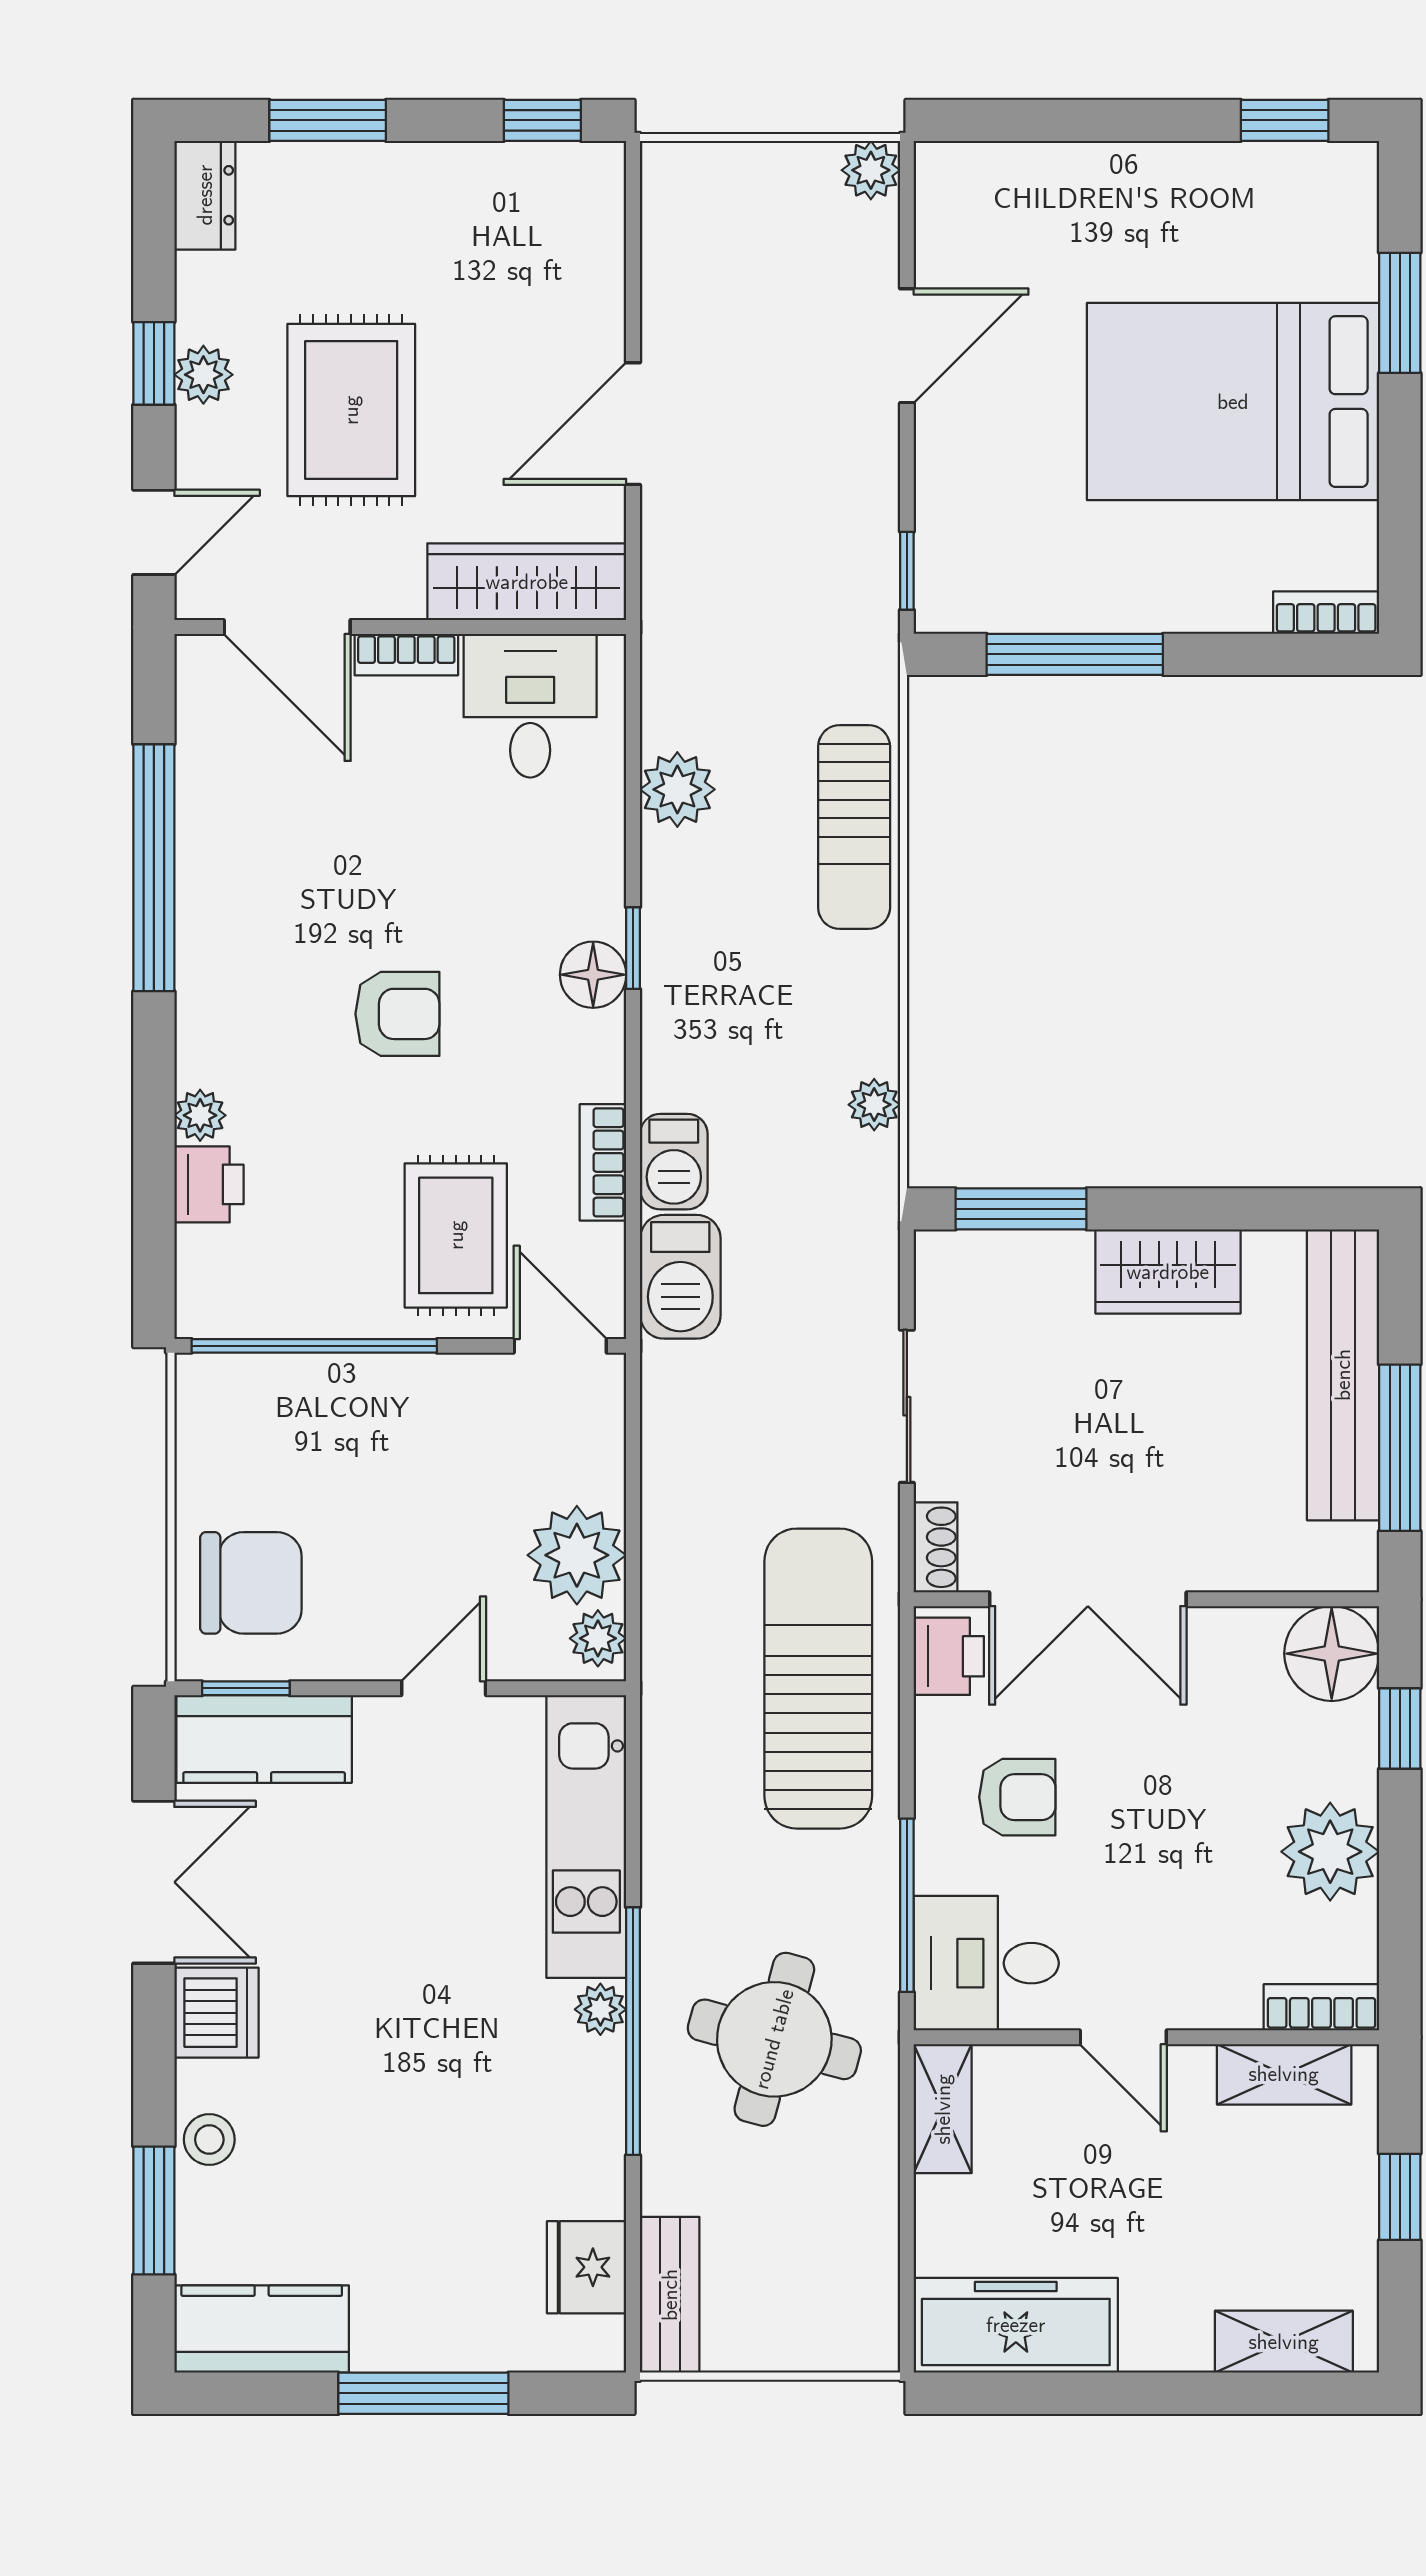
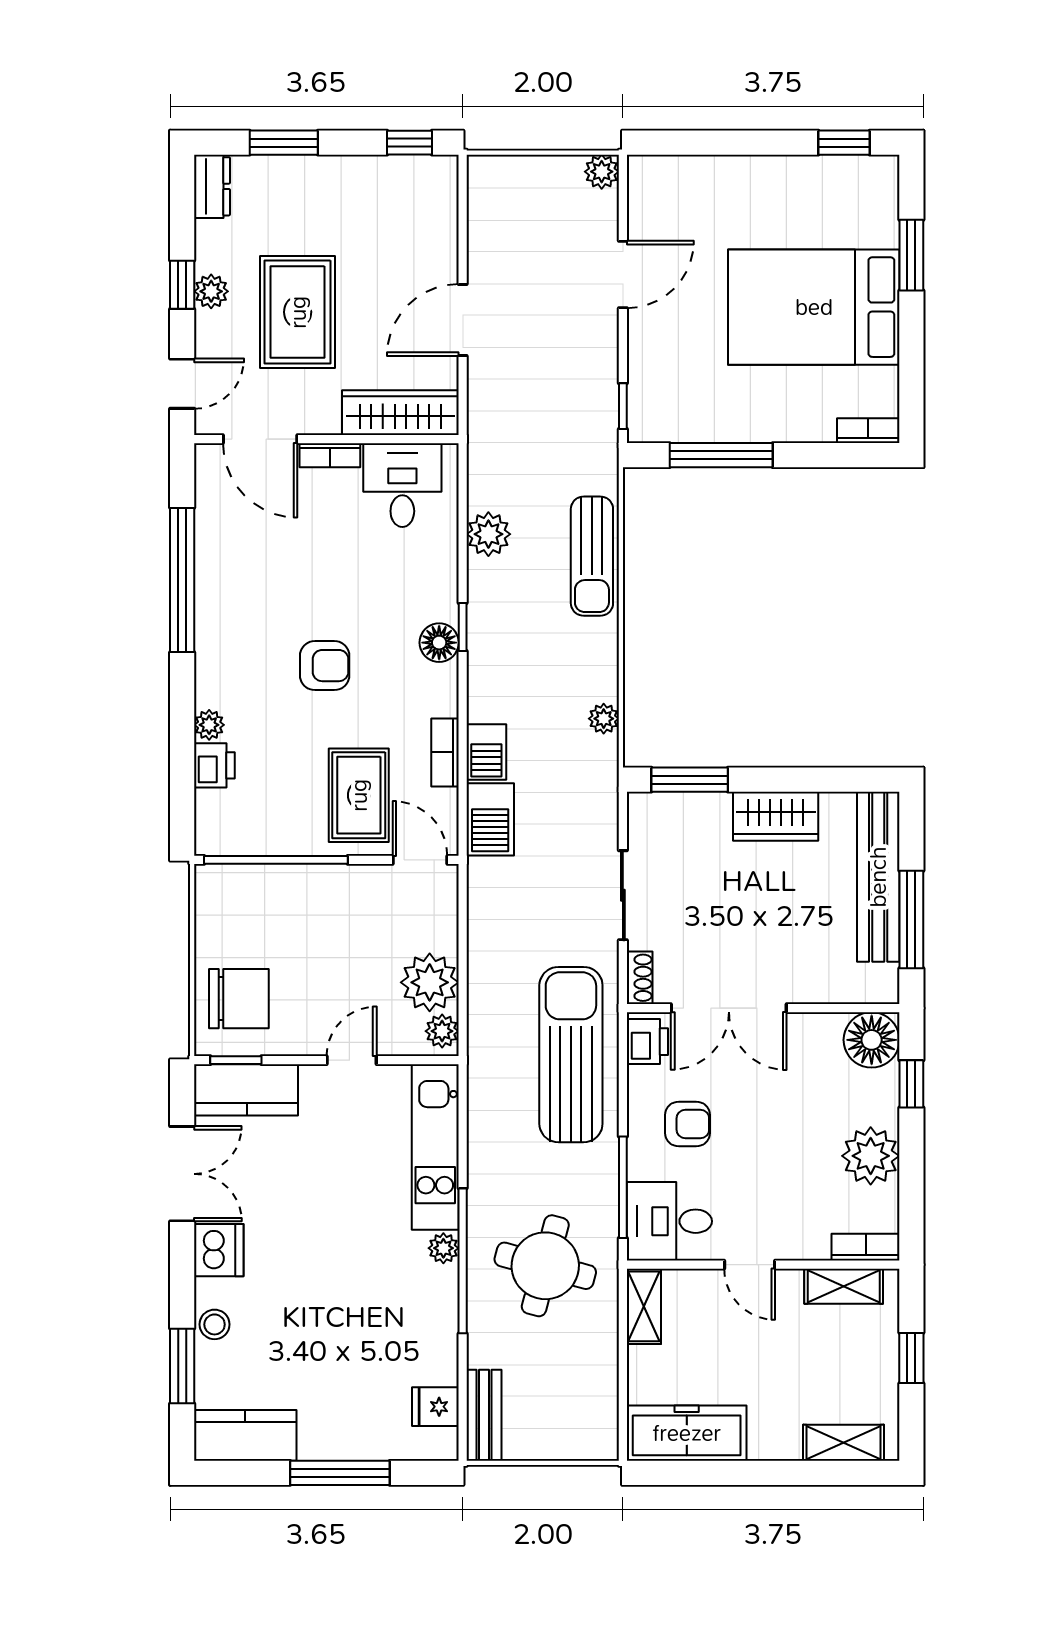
fridge: (587, 2267) -> (435, 1407), width x0.72

